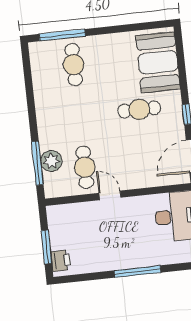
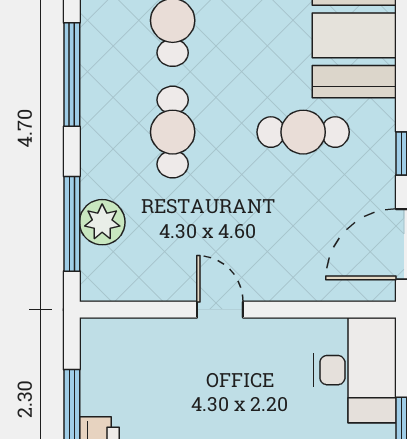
window: (30, 95) -> (72, 75), added
cafe table: (85, 167) -> (173, 132), moved

